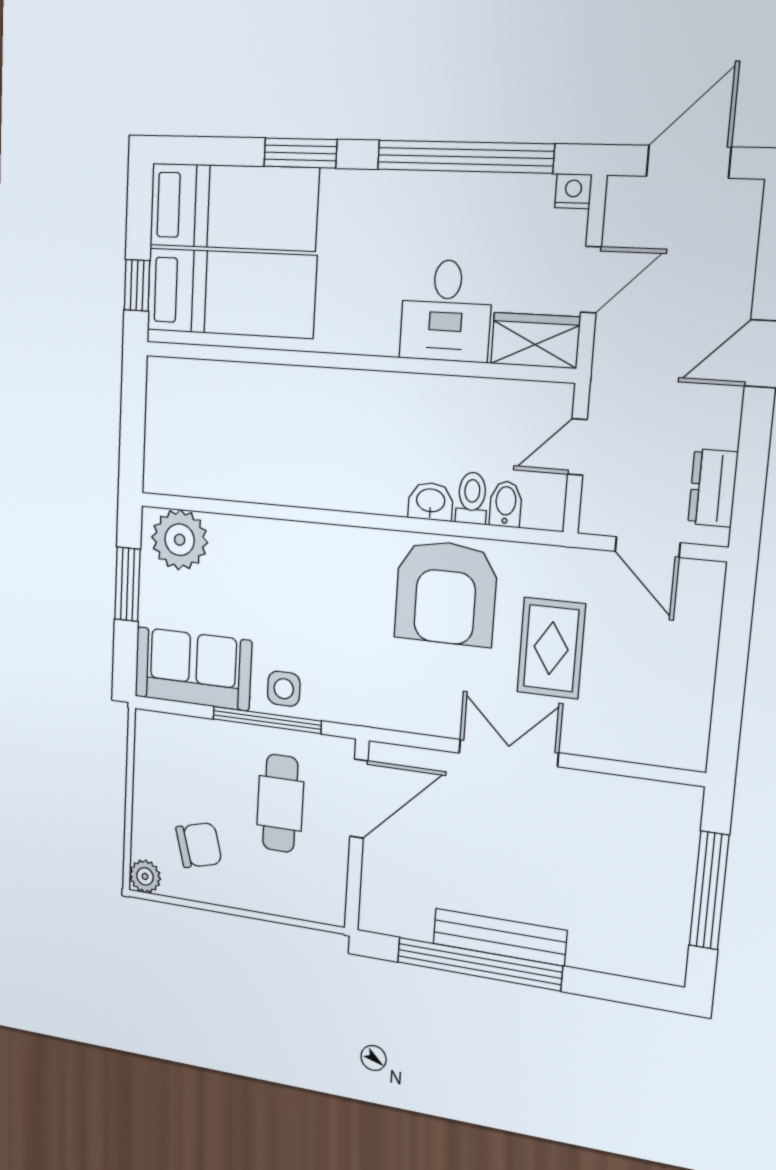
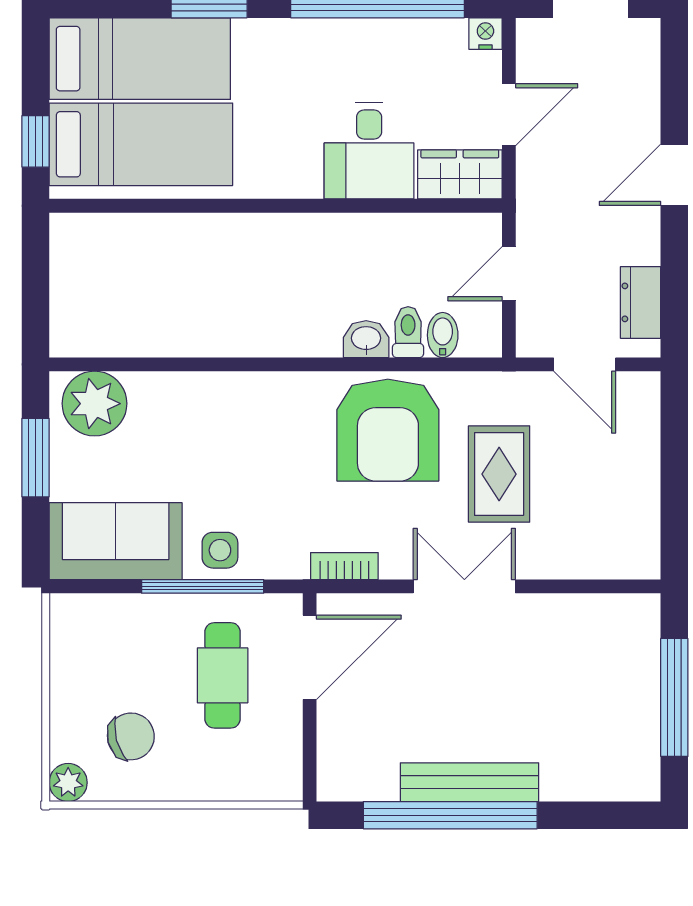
bookcase: (396, 718) -> (344, 566), added

